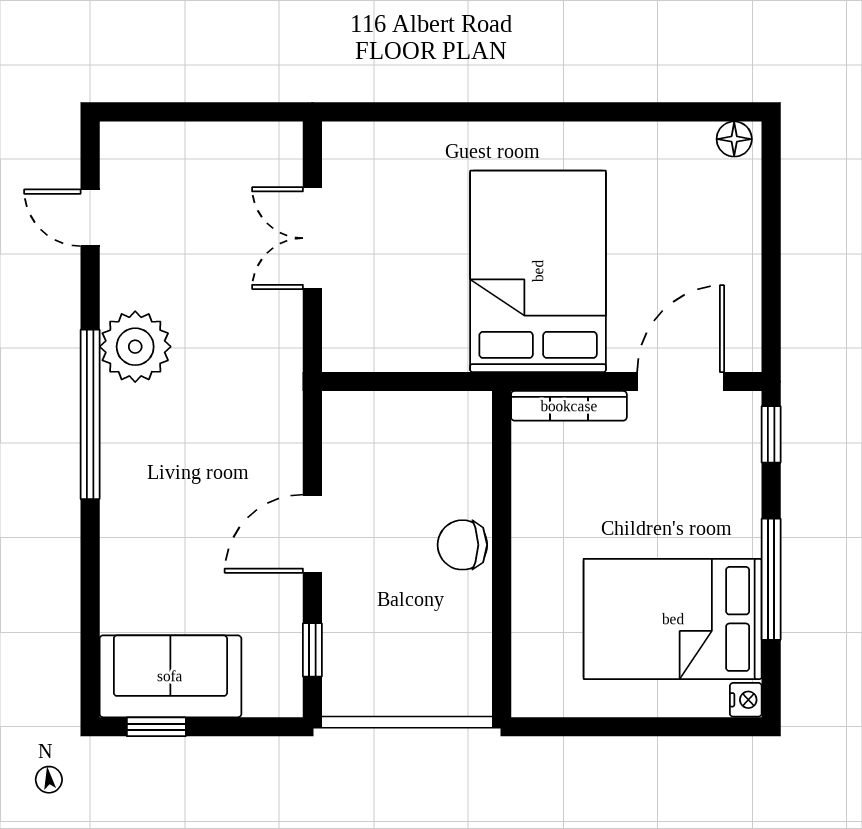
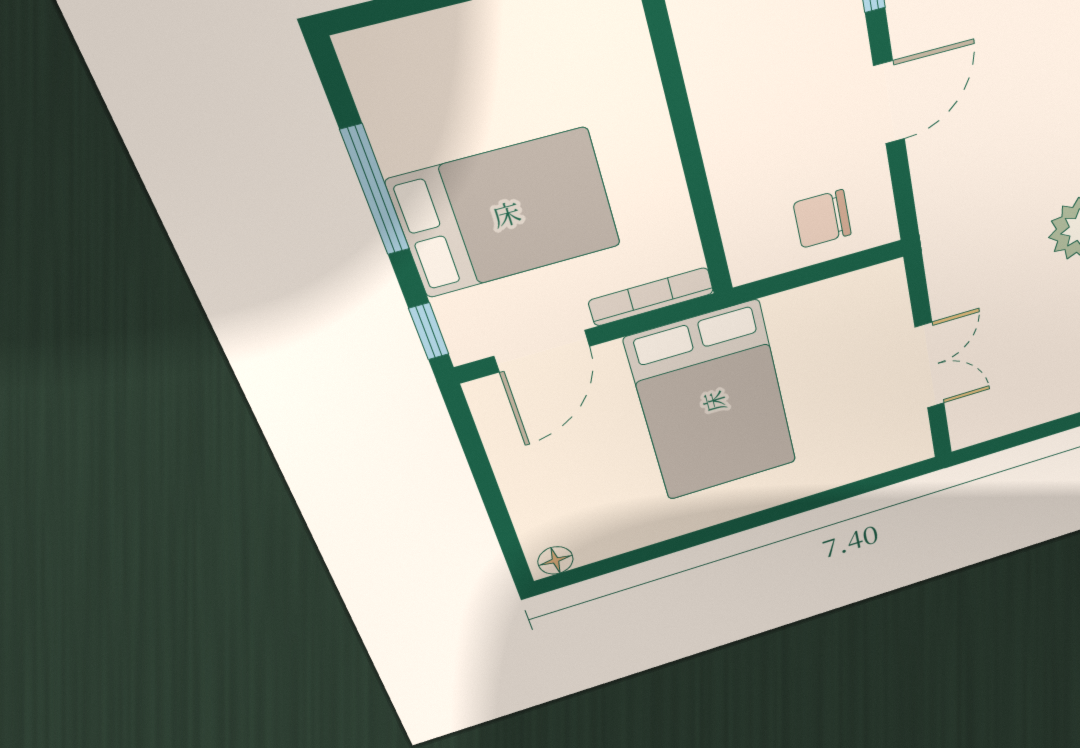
chair: (462, 545) -> (822, 219), moved, turned 180
bed: (673, 619) -> (506, 213), moved
nightstand: (746, 700) -> (357, 51), removed

